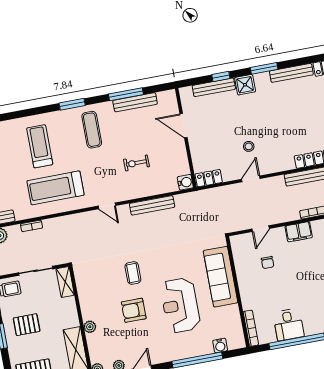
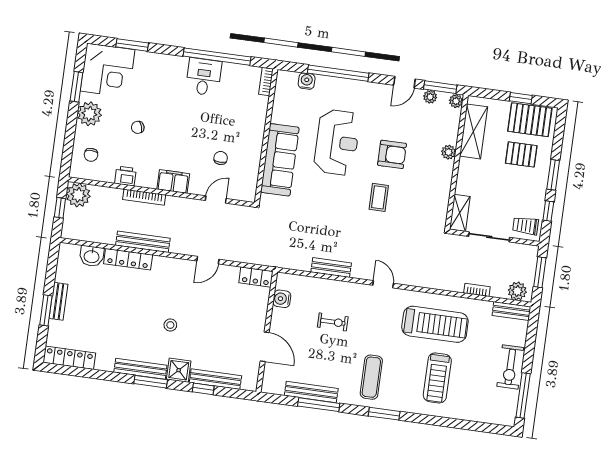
bench: (291, 73) -> (140, 369), moved
stool: (249, 146) -> (170, 325), moved
water cooler: (185, 182) -> (282, 299), moved
bench: (152, 205) -> (331, 268), width x0.73
pallet: (27, 325) -> (521, 154), moved
desk: (289, 325) -> (204, 77), moved
bookcase: (251, 328) -> (266, 81), width x0.64

